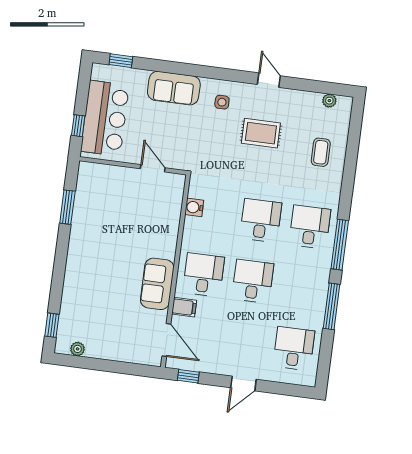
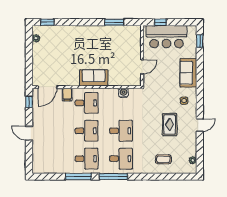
sofa: (157, 284) -> (94, 78), moved
desk: (294, 349) -> (87, 159), moved

